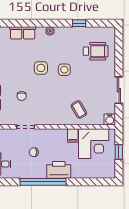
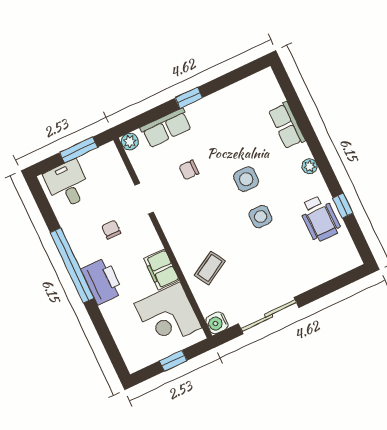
wheelchair: (96, 51) -> (320, 218), moved
sliding door: (119, 90) -> (269, 316), width x1.37
filing cabinet: (73, 135) -> (162, 269), width x2.00

